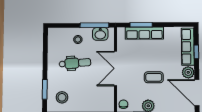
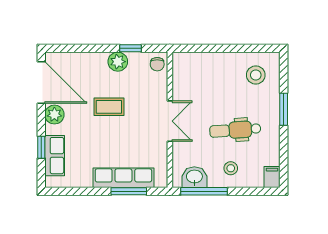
filing cabinet: (53, 34) -> (272, 177), added
row of seats: (188, 47) -> (55, 156), width x0.68
double door: (116, 68) -> (170, 121), width x0.73
window: (45, 89) -> (284, 109), moved

